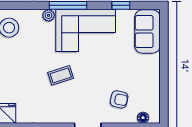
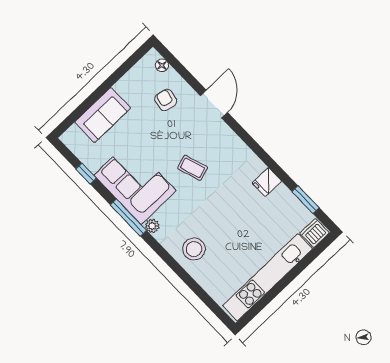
sofa: (147, 31) -> (103, 115), moved

